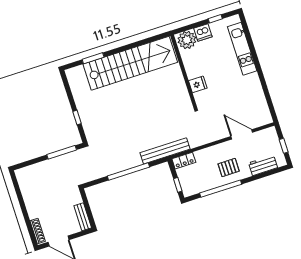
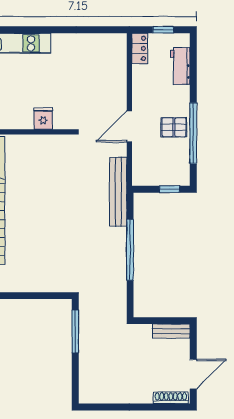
window: (77, 118) -> (35, 296), removed
door: (242, 134) -> (129, 126), moved
locker: (184, 161) -> (140, 48), moved
pallet: (229, 167) -> (174, 127), moved, turned 90

